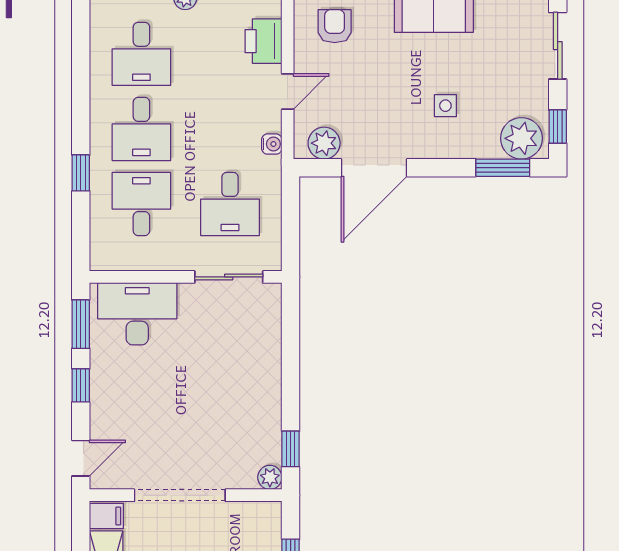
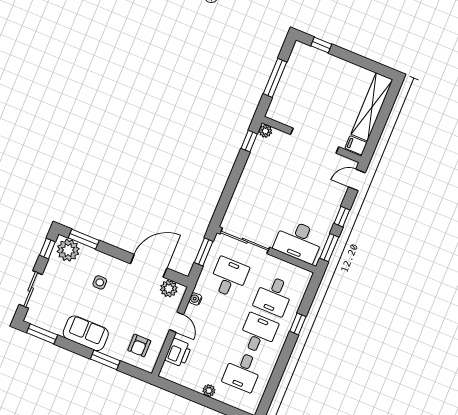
desk: (141, 54) -> (243, 372), turned 180
door: (288, 92) -> (176, 322), swing flipped
window: (291, 229) -> (204, 252), added
sliding door: (229, 277) -> (245, 241), width x1.37

